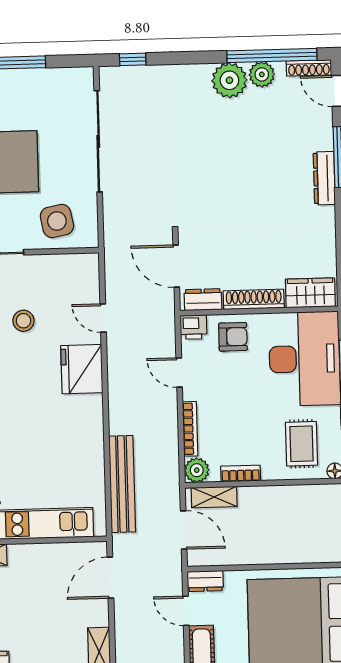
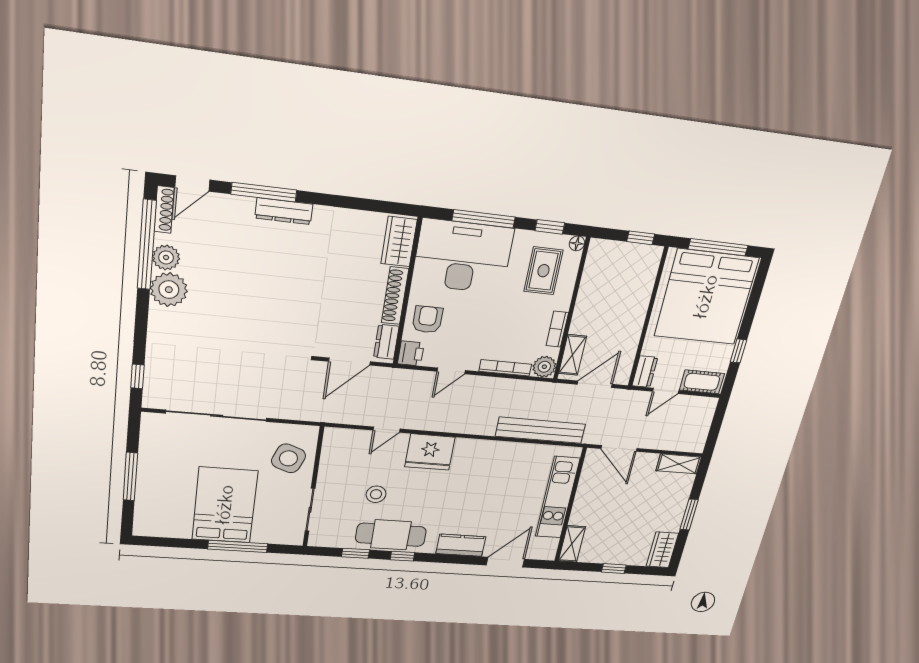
side table: (57, 221) -> (288, 458), turned 32
rug: (301, 444) -> (543, 271), turned 90

